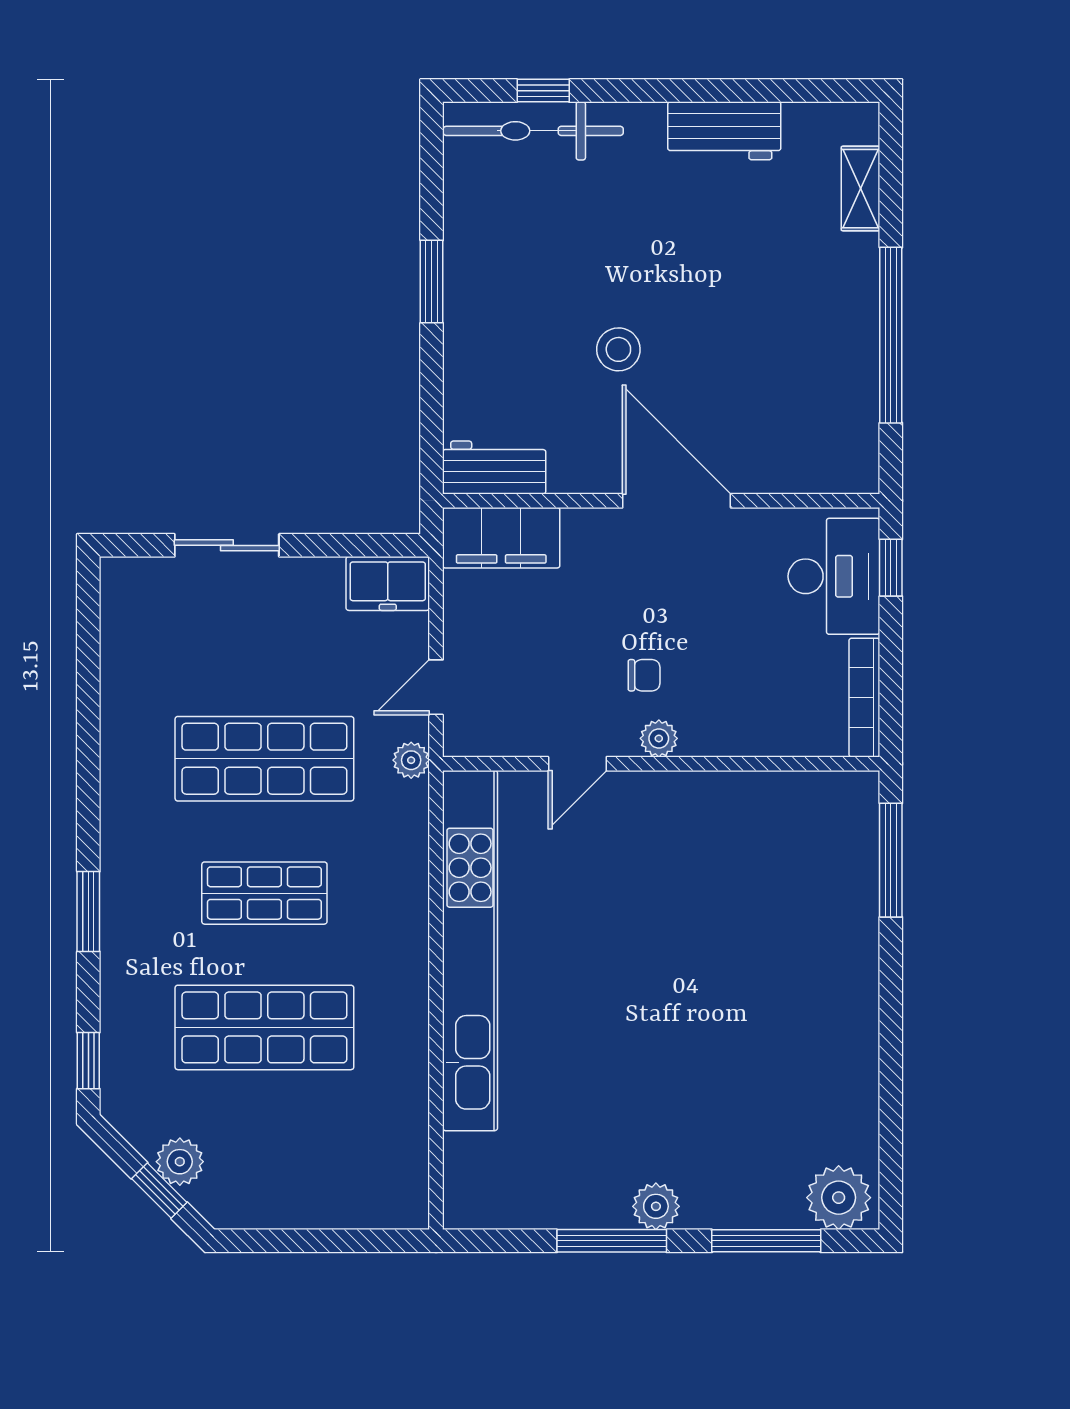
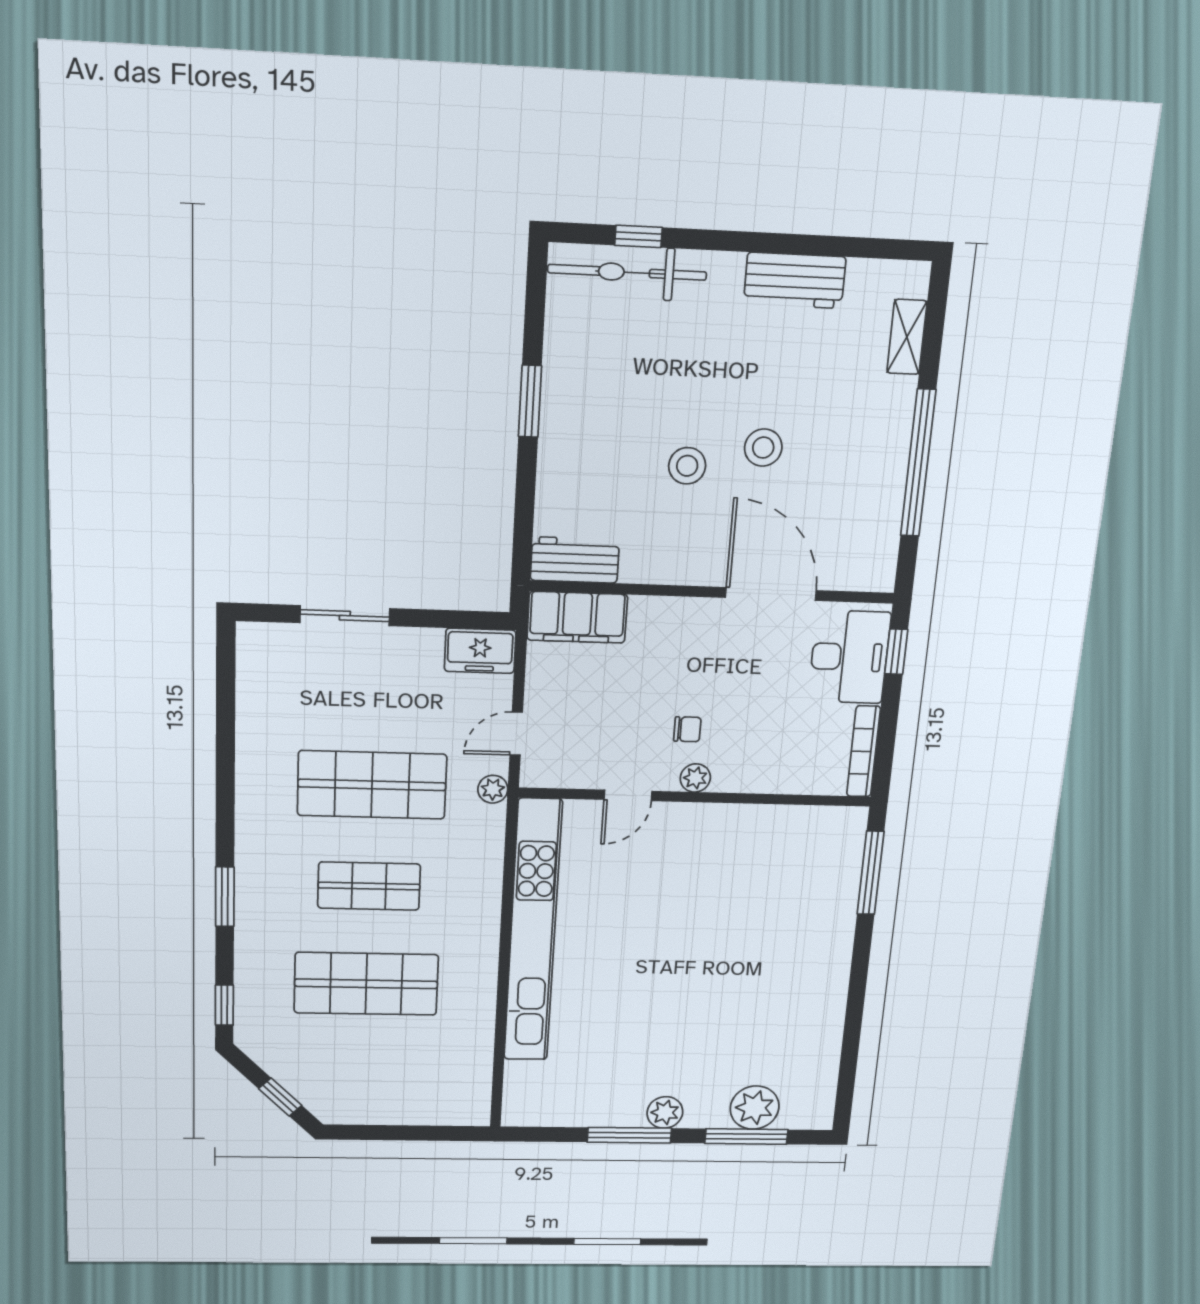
stool: (706, 324) -> (763, 448), added
door: (677, 501) -> (771, 594), moved
plant: (180, 1162) -> (297, 1077), removed
plant: (839, 1198) -> (755, 1108), moved

